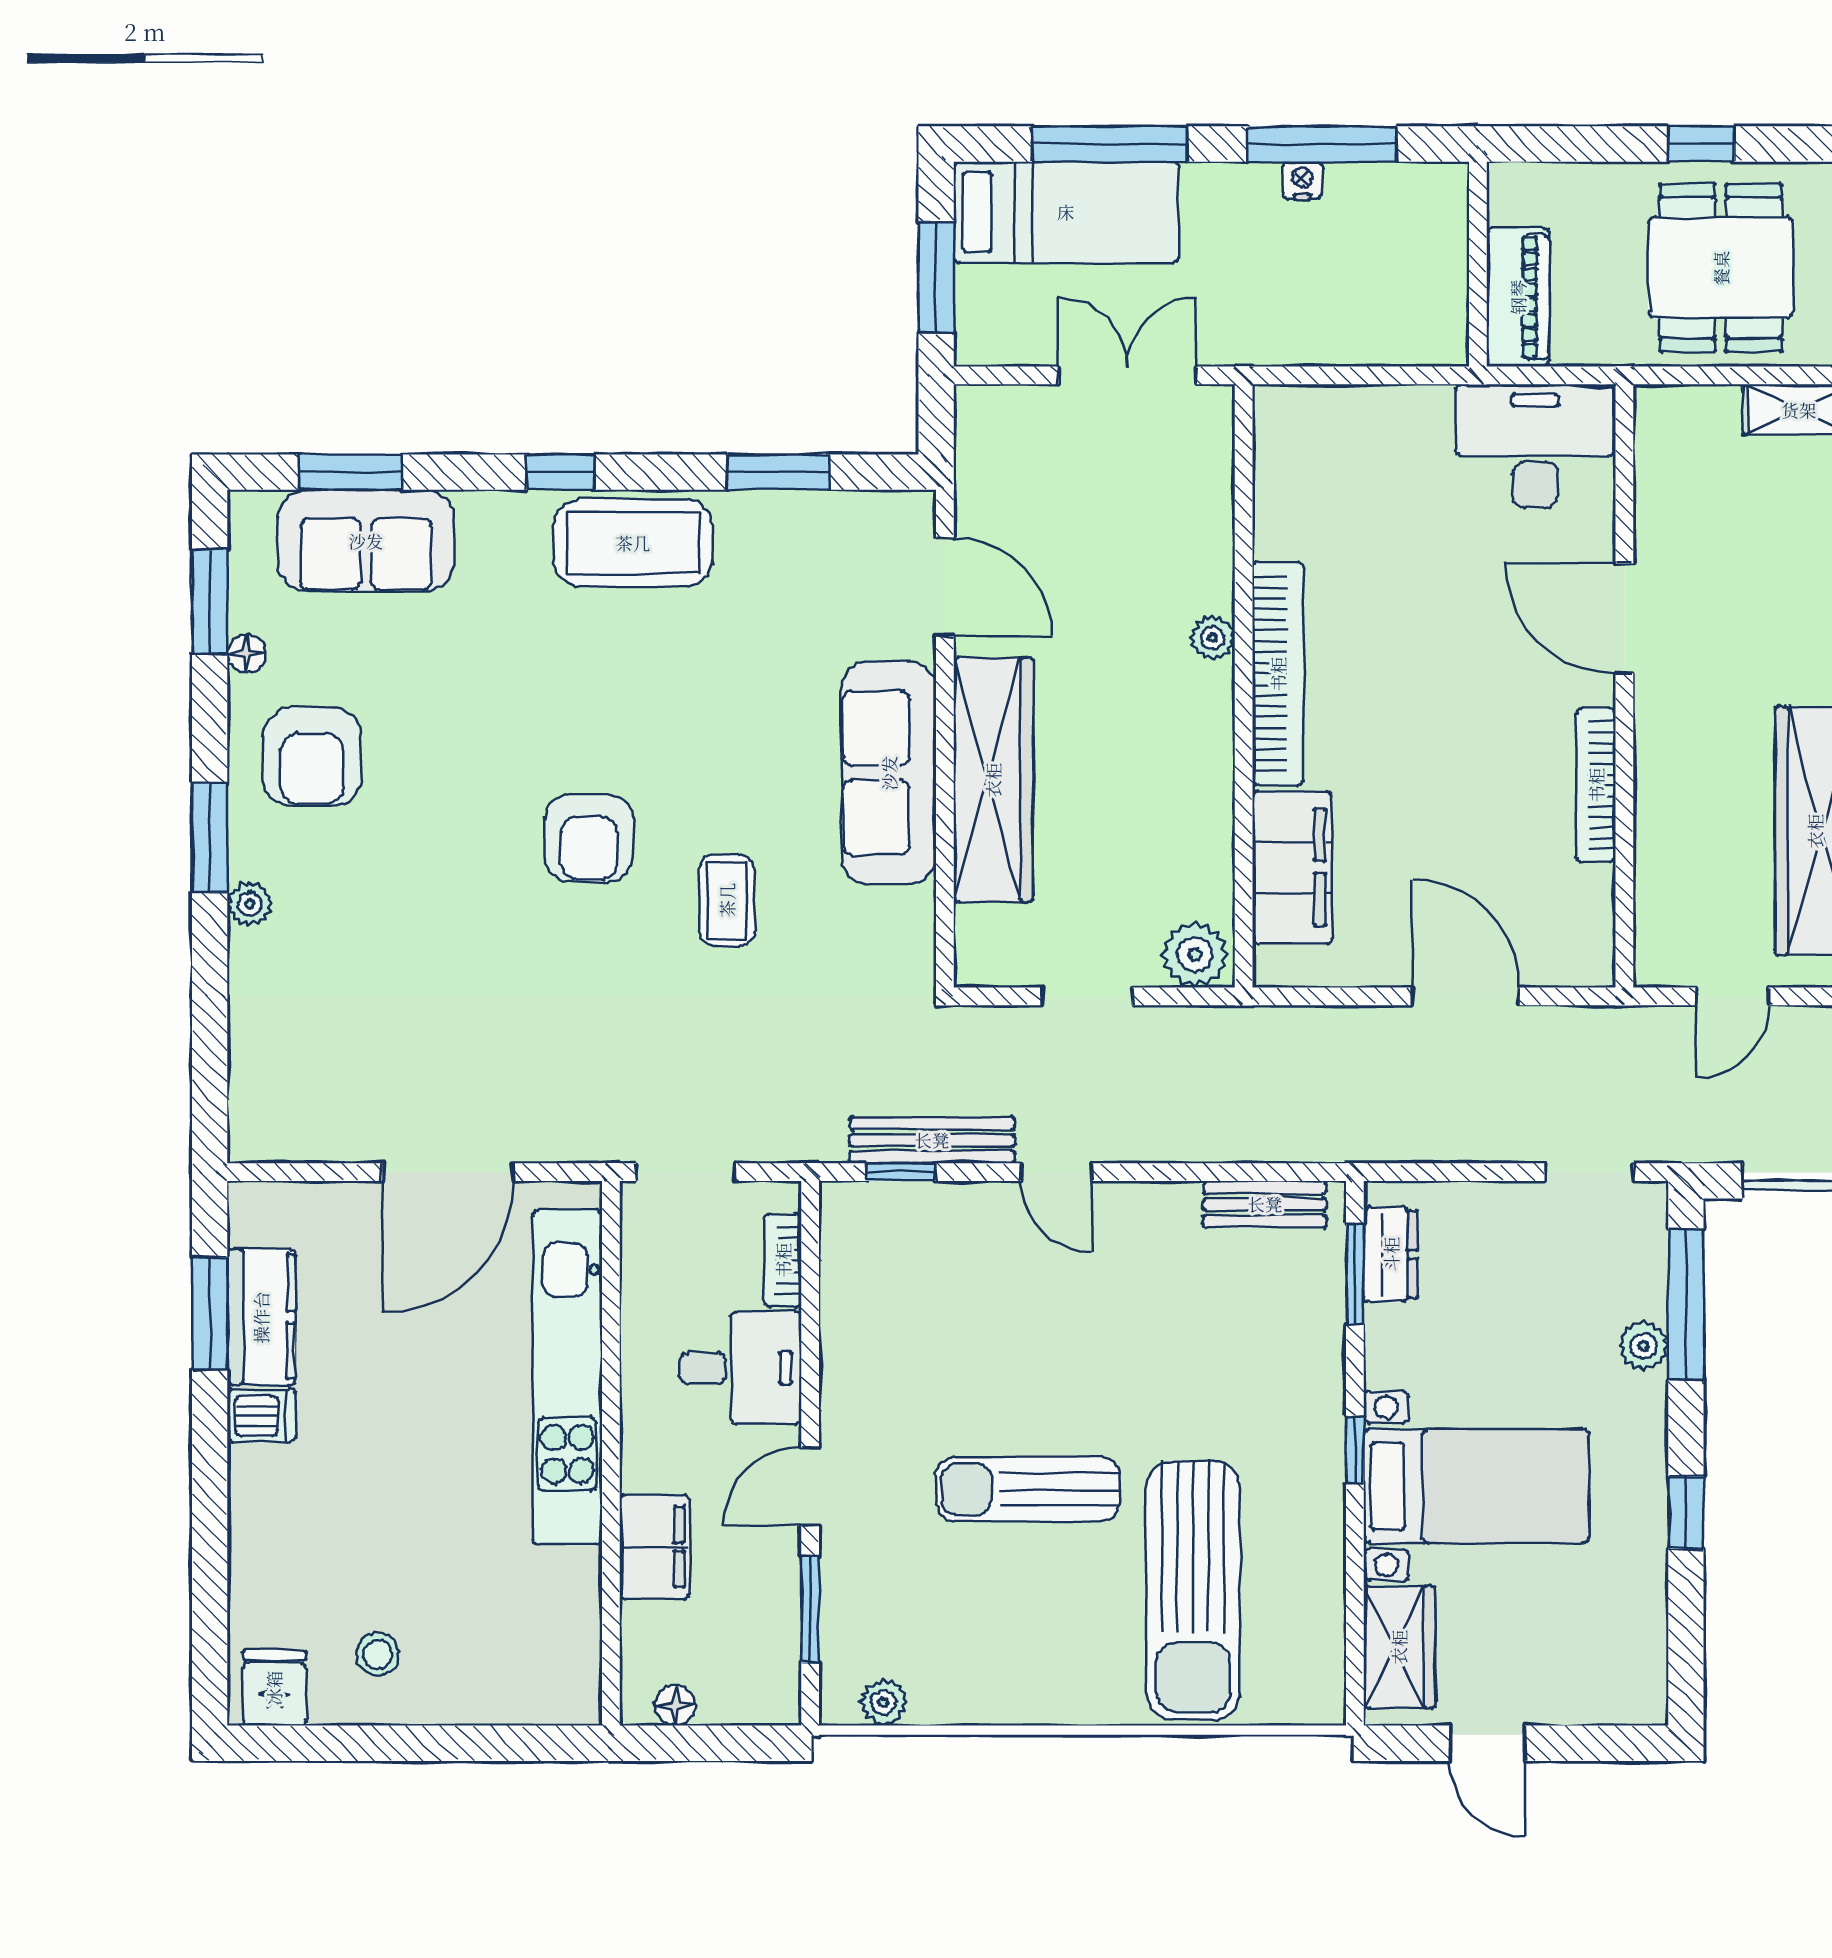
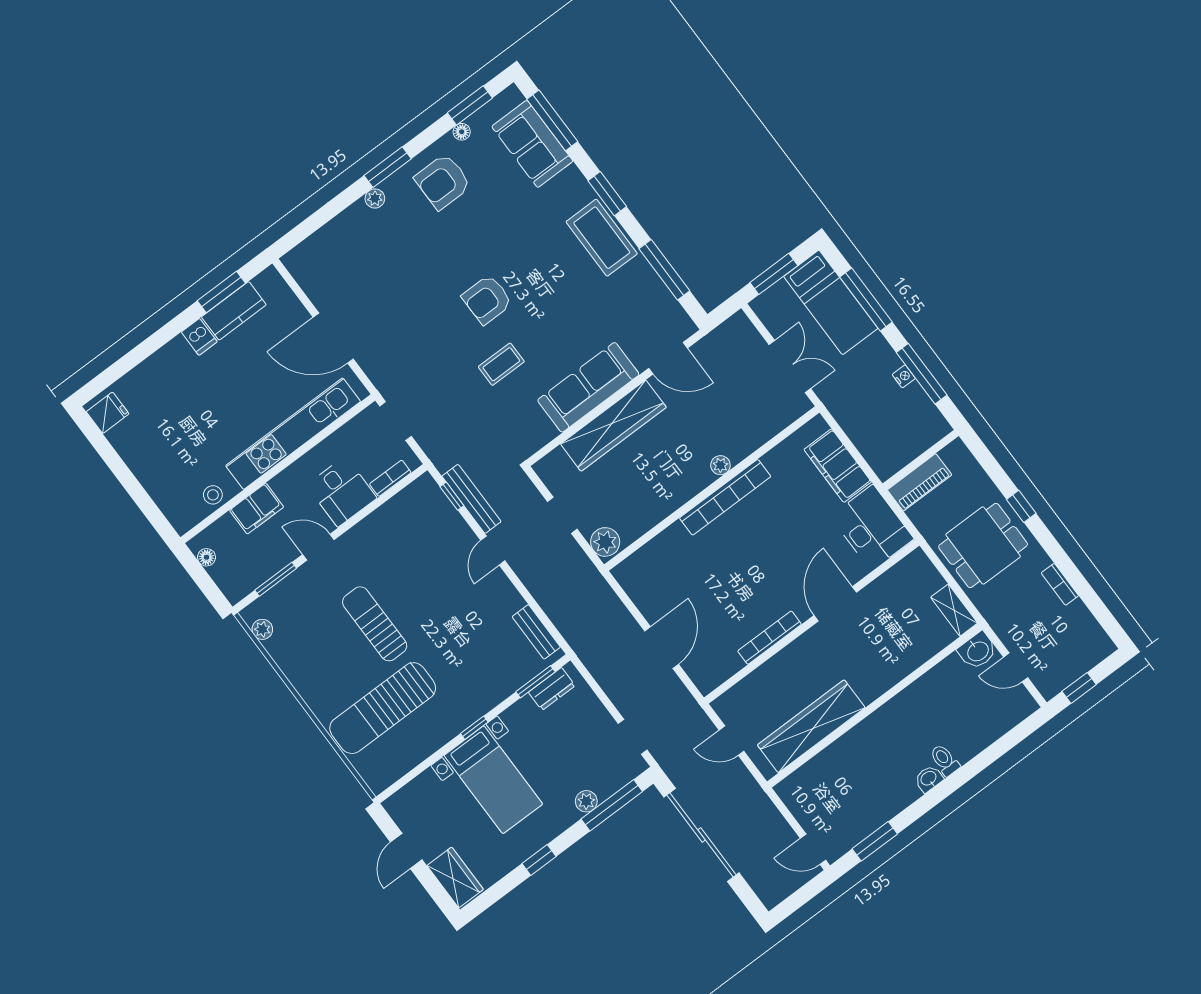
window: (351, 472) -> (552, 120), width x1.44
window: (560, 472) -> (607, 194), width x1.50
window: (778, 472) -> (664, 270), width x1.44
door: (945, 587) -> (668, 358), hinge flipped
filing cabinet: (1292, 867) -> (838, 466), moved, turned 90
wardrobe: (1399, 1647) -> (455, 877), moved, turned -90
stool: (378, 1654) -> (213, 495), moved

